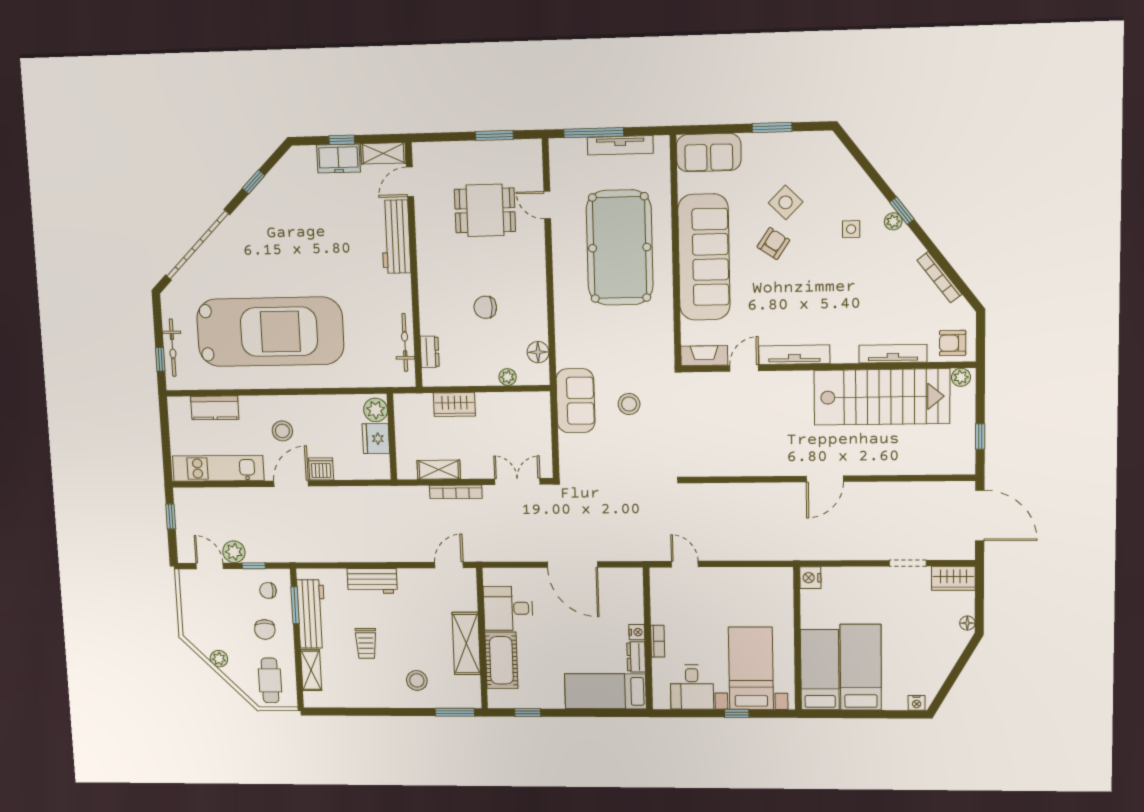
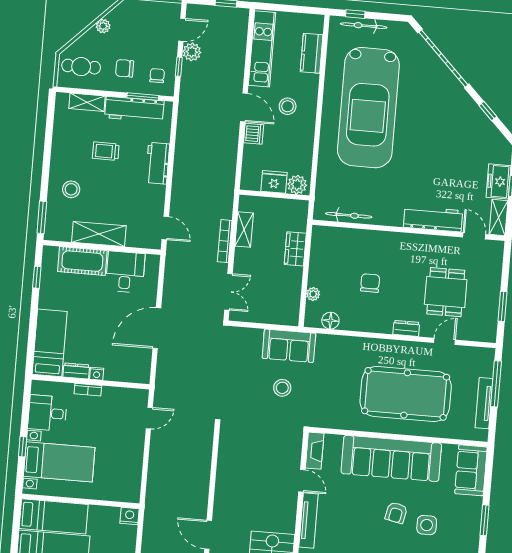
side table: (786, 202) -> (427, 525), turned 45
armchair: (773, 244) -> (396, 513), turned 68
dresser: (430, 352) -> (406, 328), moved, turned 180

